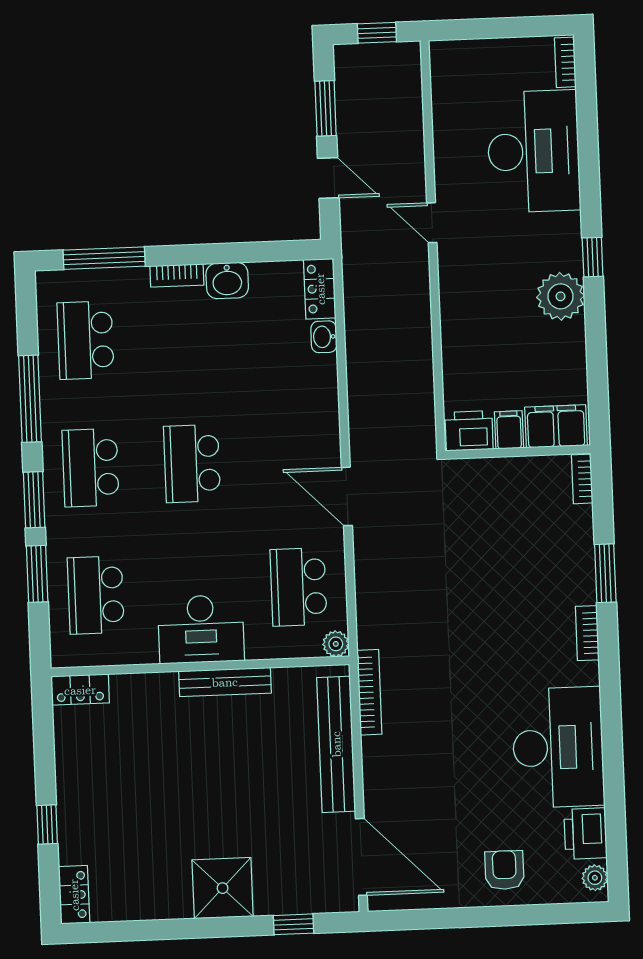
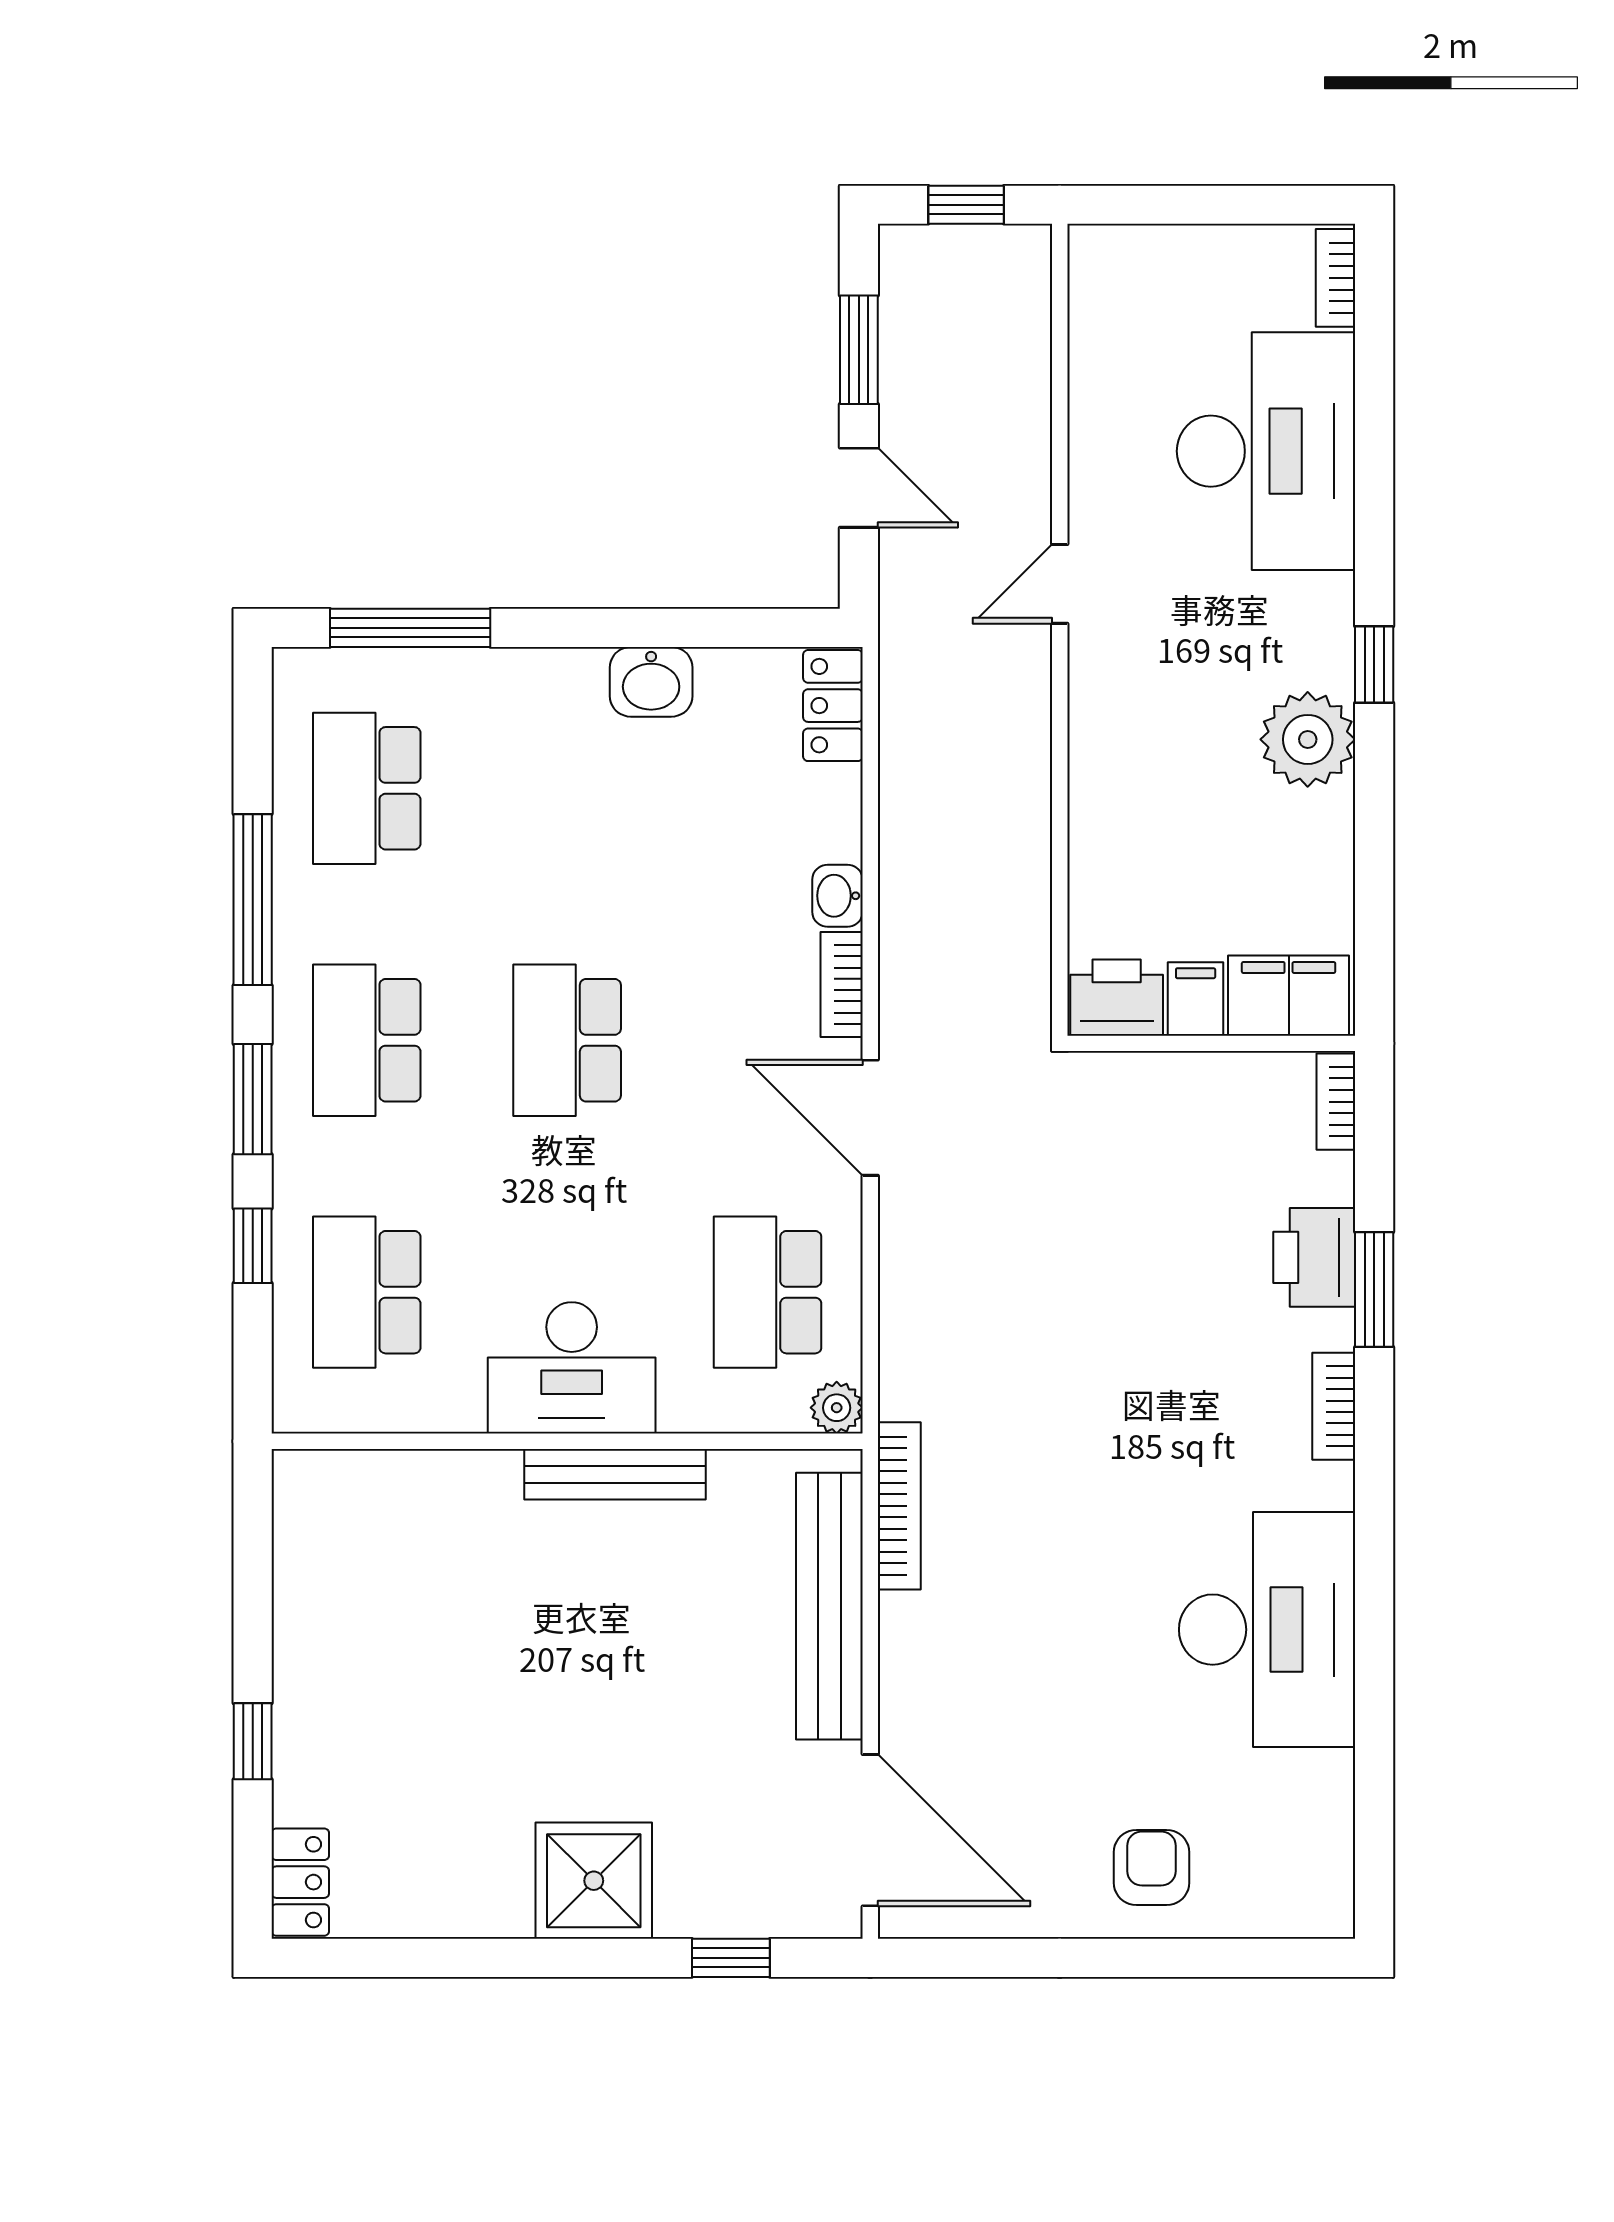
door: (432, 223) -> (1060, 584), hinge flipped
bookcase: (177, 275) -> (842, 985), moved, turned 90
washbasin: (324, 337) -> (837, 896), moved
window: (37, 574) -> (253, 1246), width x0.67
locker: (80, 690) -> (328, 1478), removed
printer: (585, 834) -> (1314, 1257), moved
plant: (595, 878) -> (1330, 1890), removed

